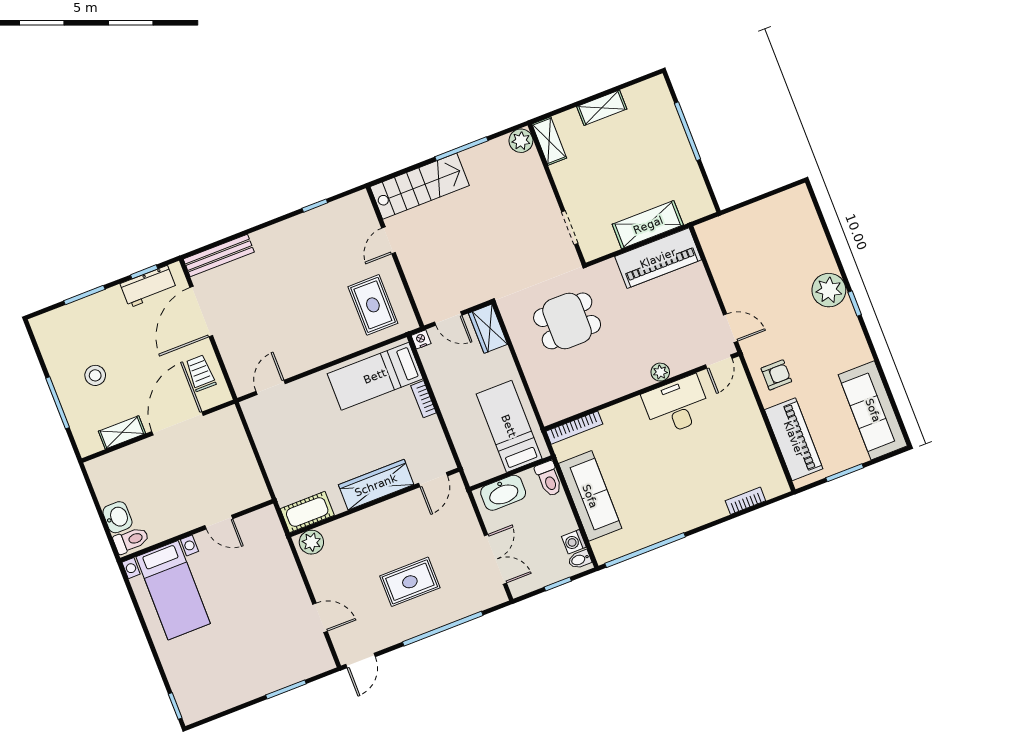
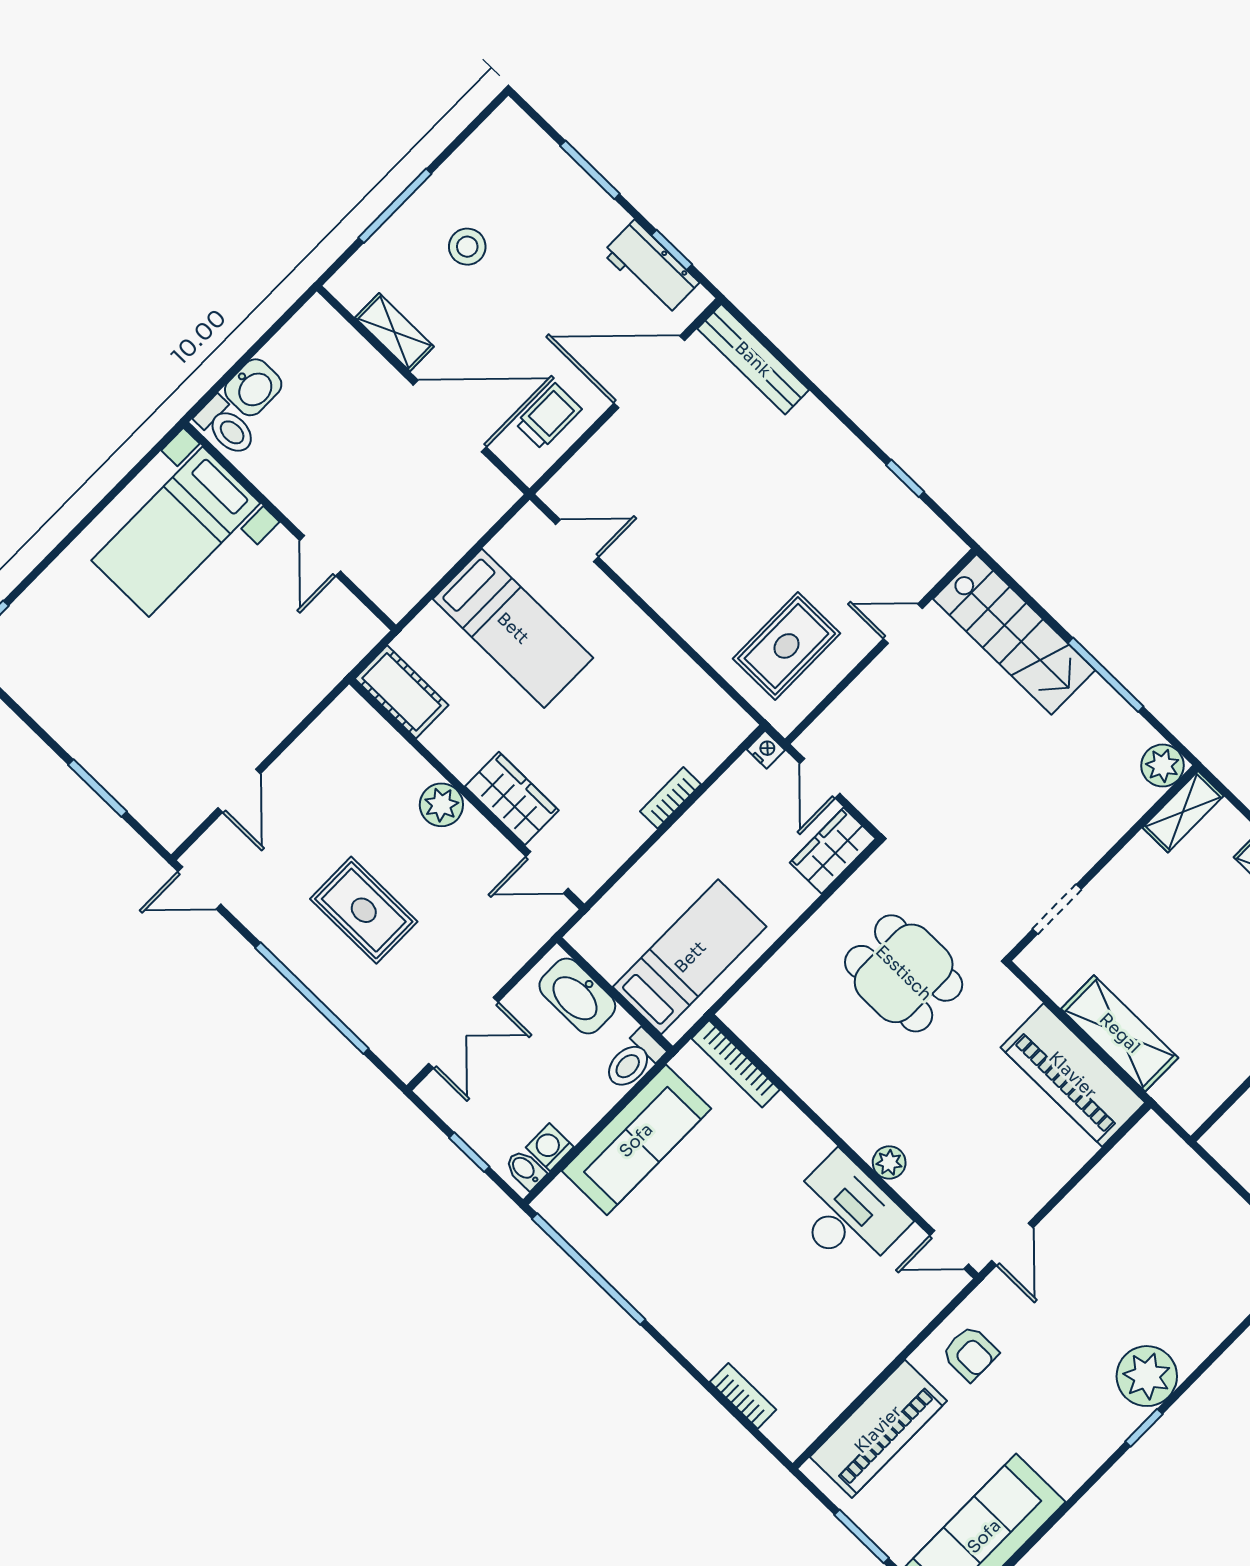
bed: (375, 376) -> (513, 628), moved, turned 180
wardrobe: (376, 485) -> (512, 798), width x0.67
plant: (311, 542) -> (441, 805), moved

